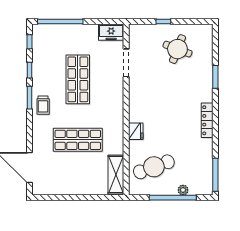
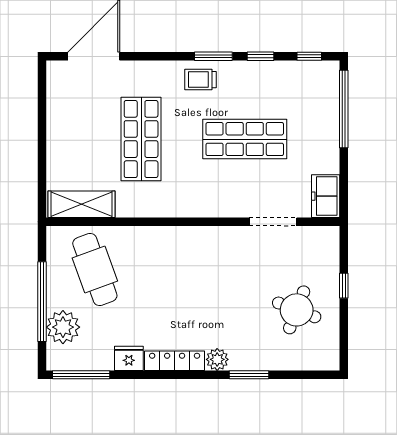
plant: (206, 95) -> (217, 359), added
fridge: (136, 131) -> (129, 358), moved, turned 180
plant: (183, 190) -> (63, 327), width x1.88, depth x1.88

